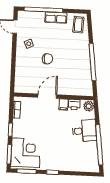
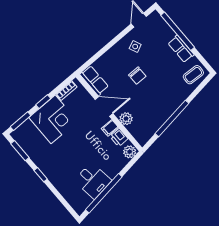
row of seats: (26, 87) -> (94, 81), added
plant: (67, 90) -> (126, 119), added
desk: (84, 131) -> (93, 181), moved
corner desk: (26, 153) -> (53, 119), moved

